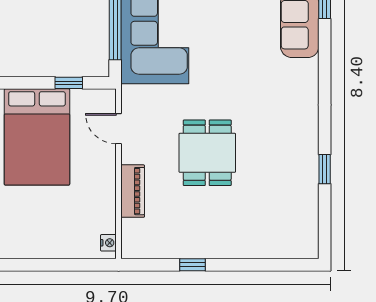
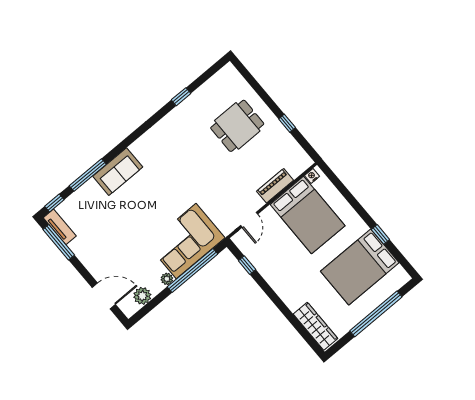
bed: (37, 137) -> (308, 215), moved, turned 90
dining table: (207, 153) -> (237, 126), moved

